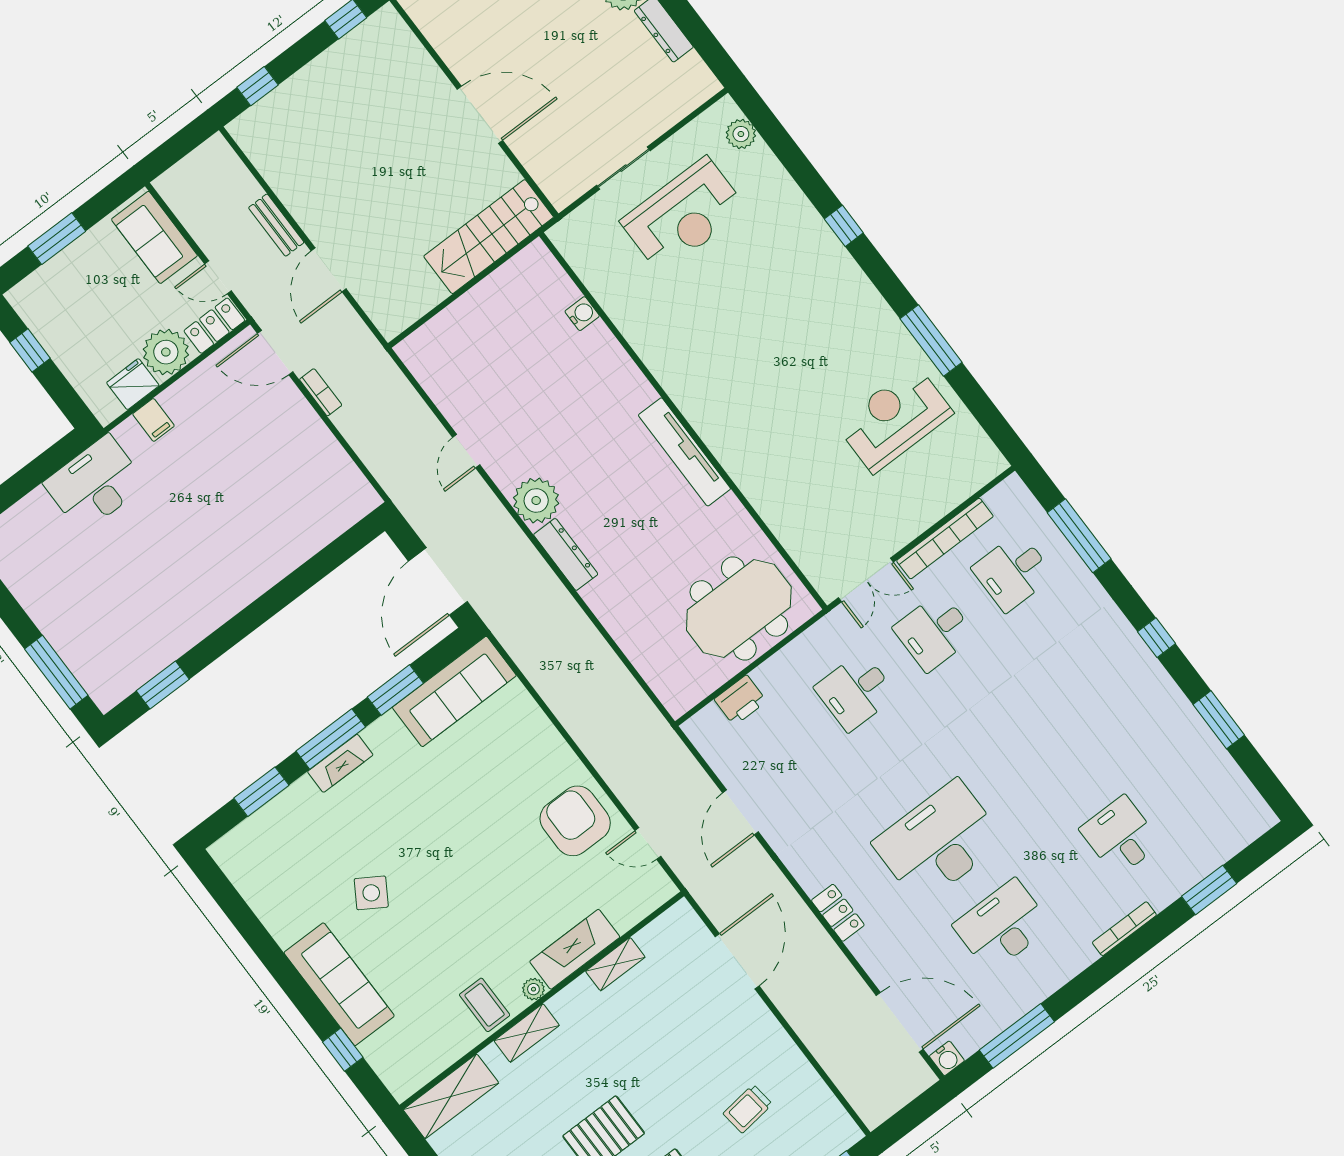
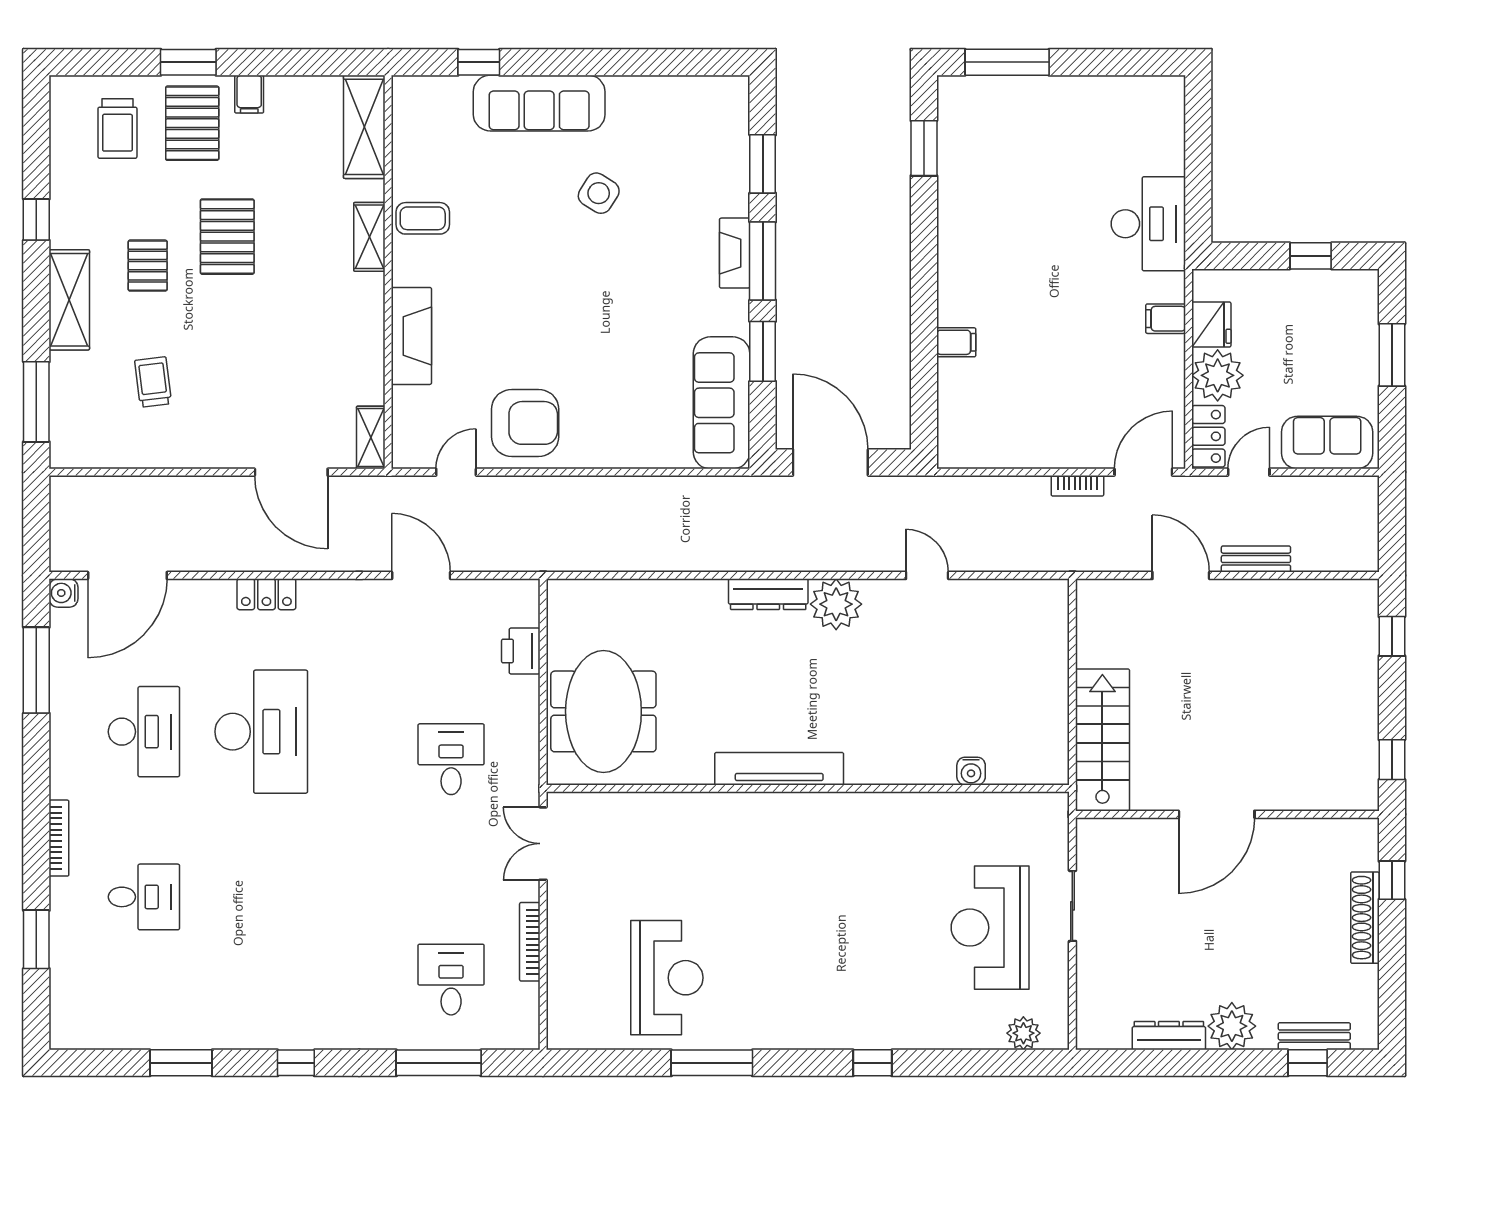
bookcase: (945, 539) -> (530, 942), width x0.68, depth x0.76
filing cabinet: (284, 557) -> (956, 342), added
desk: (934, 632) -> (451, 869), removed
shelving: (615, 964) -> (371, 438), moved
plant: (533, 989) -> (404, 272), removed

